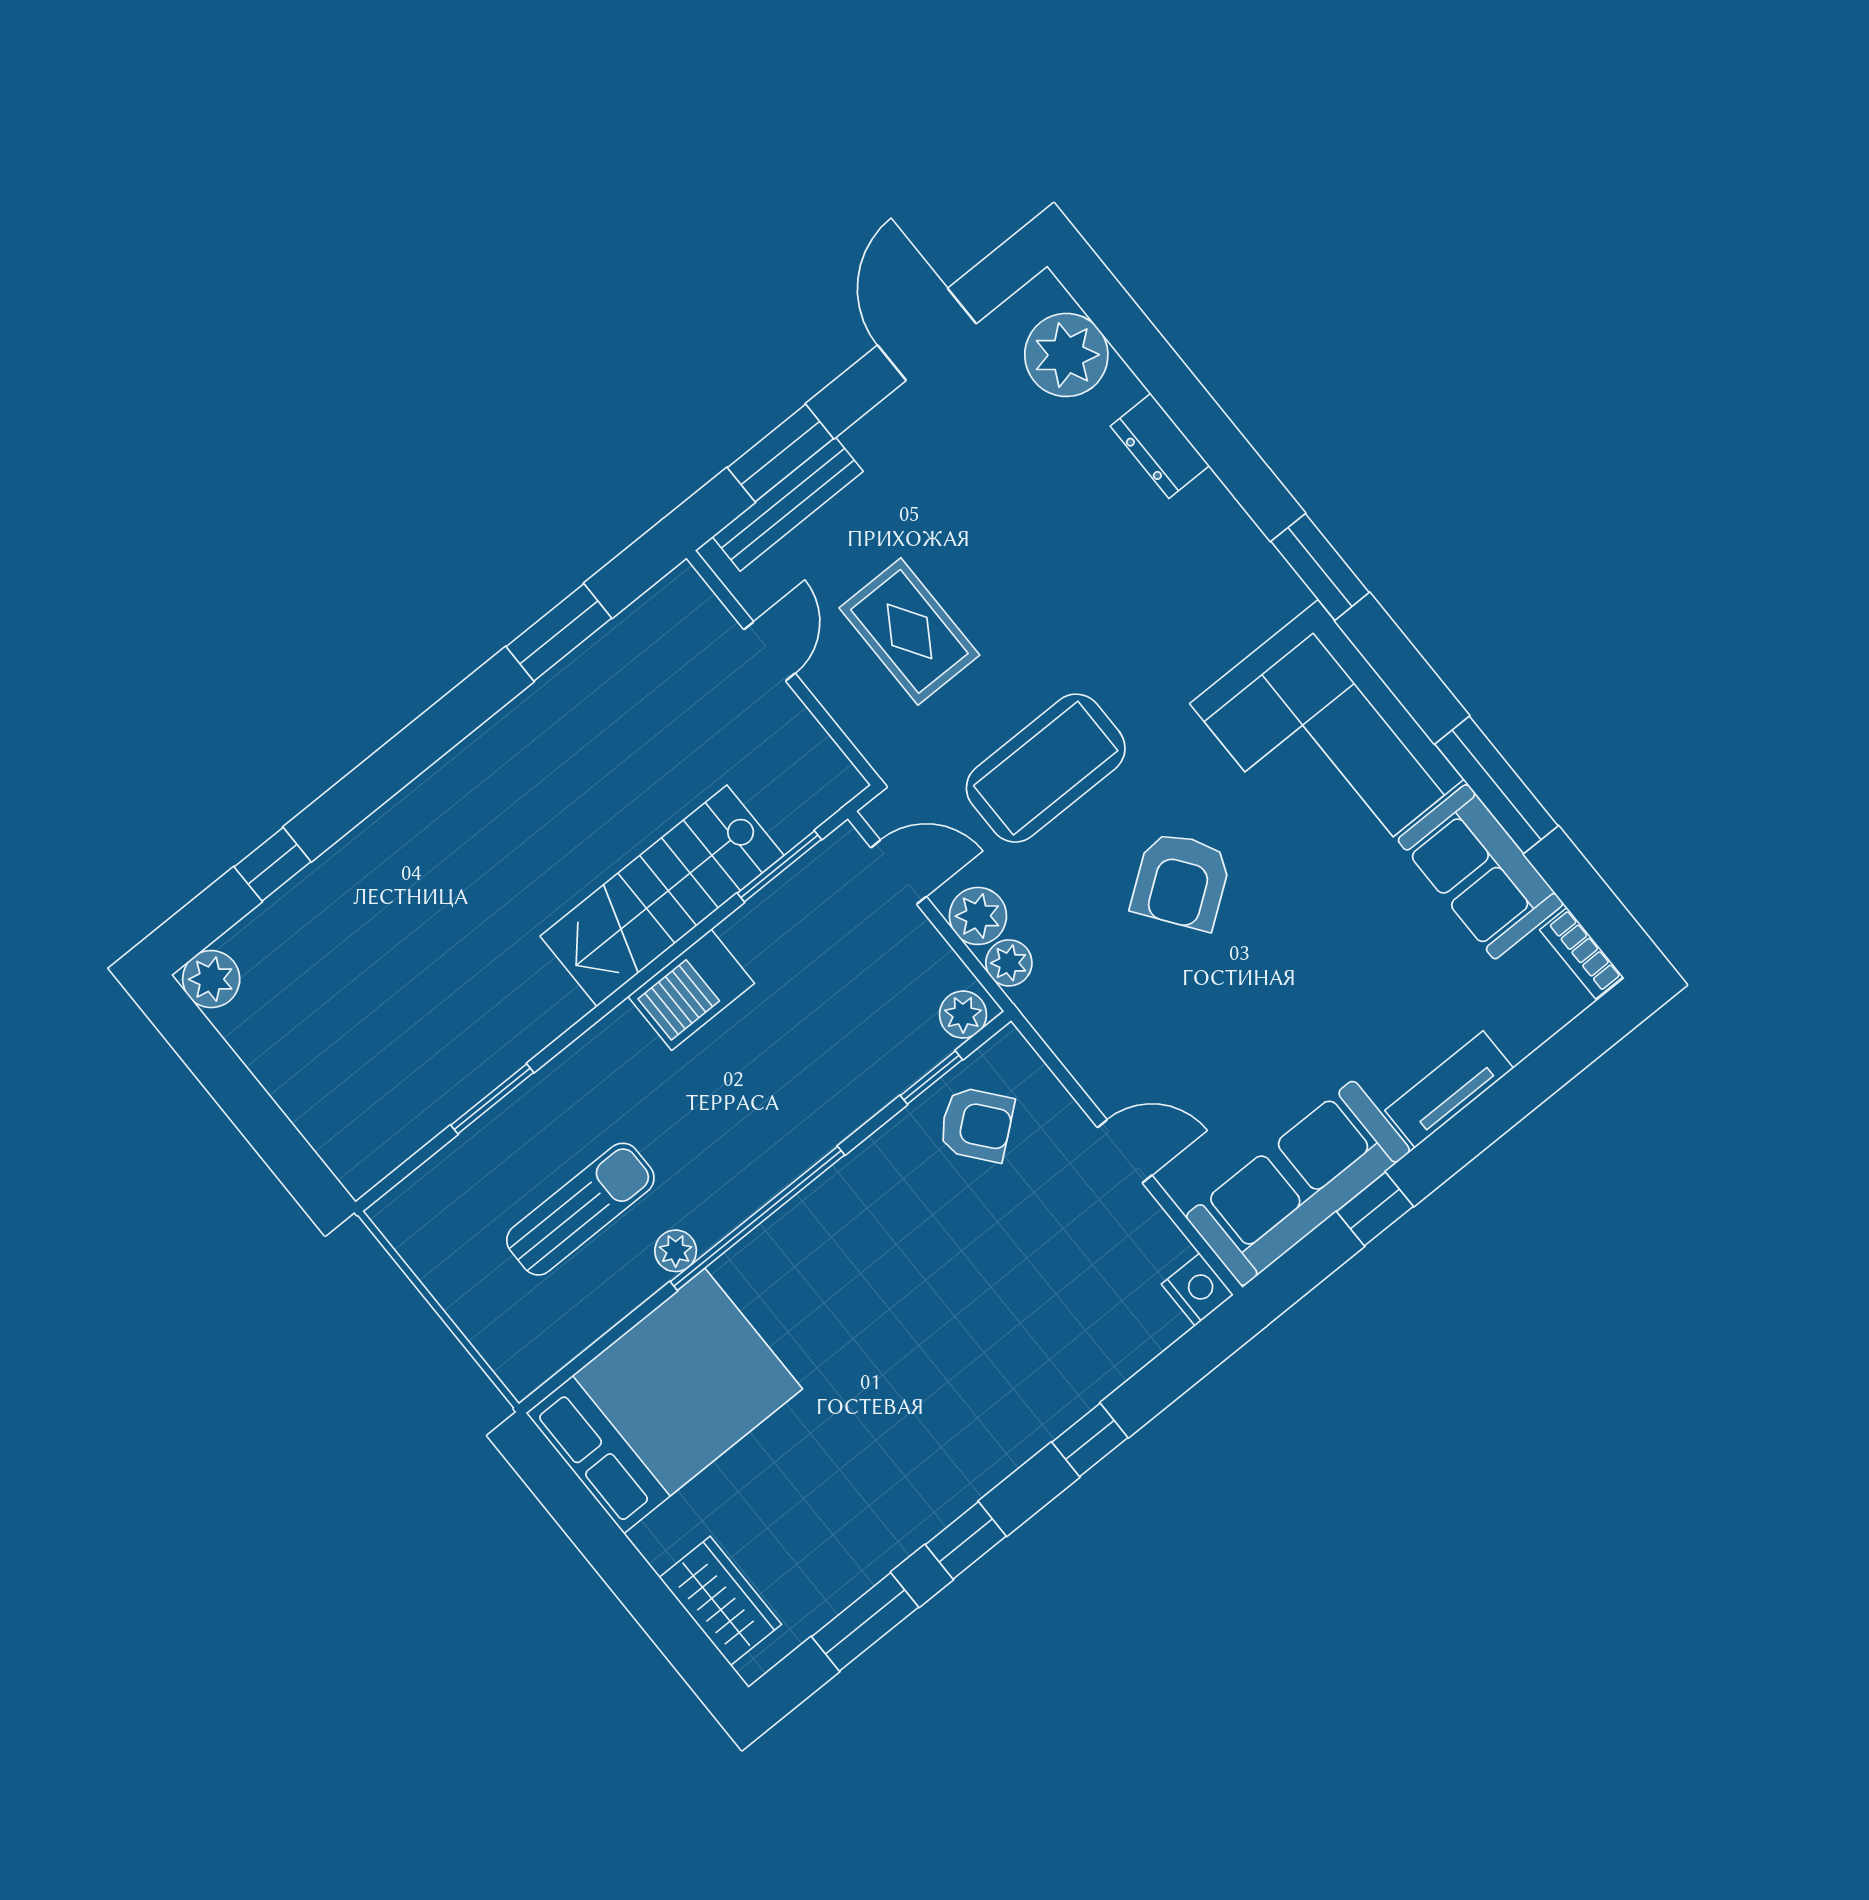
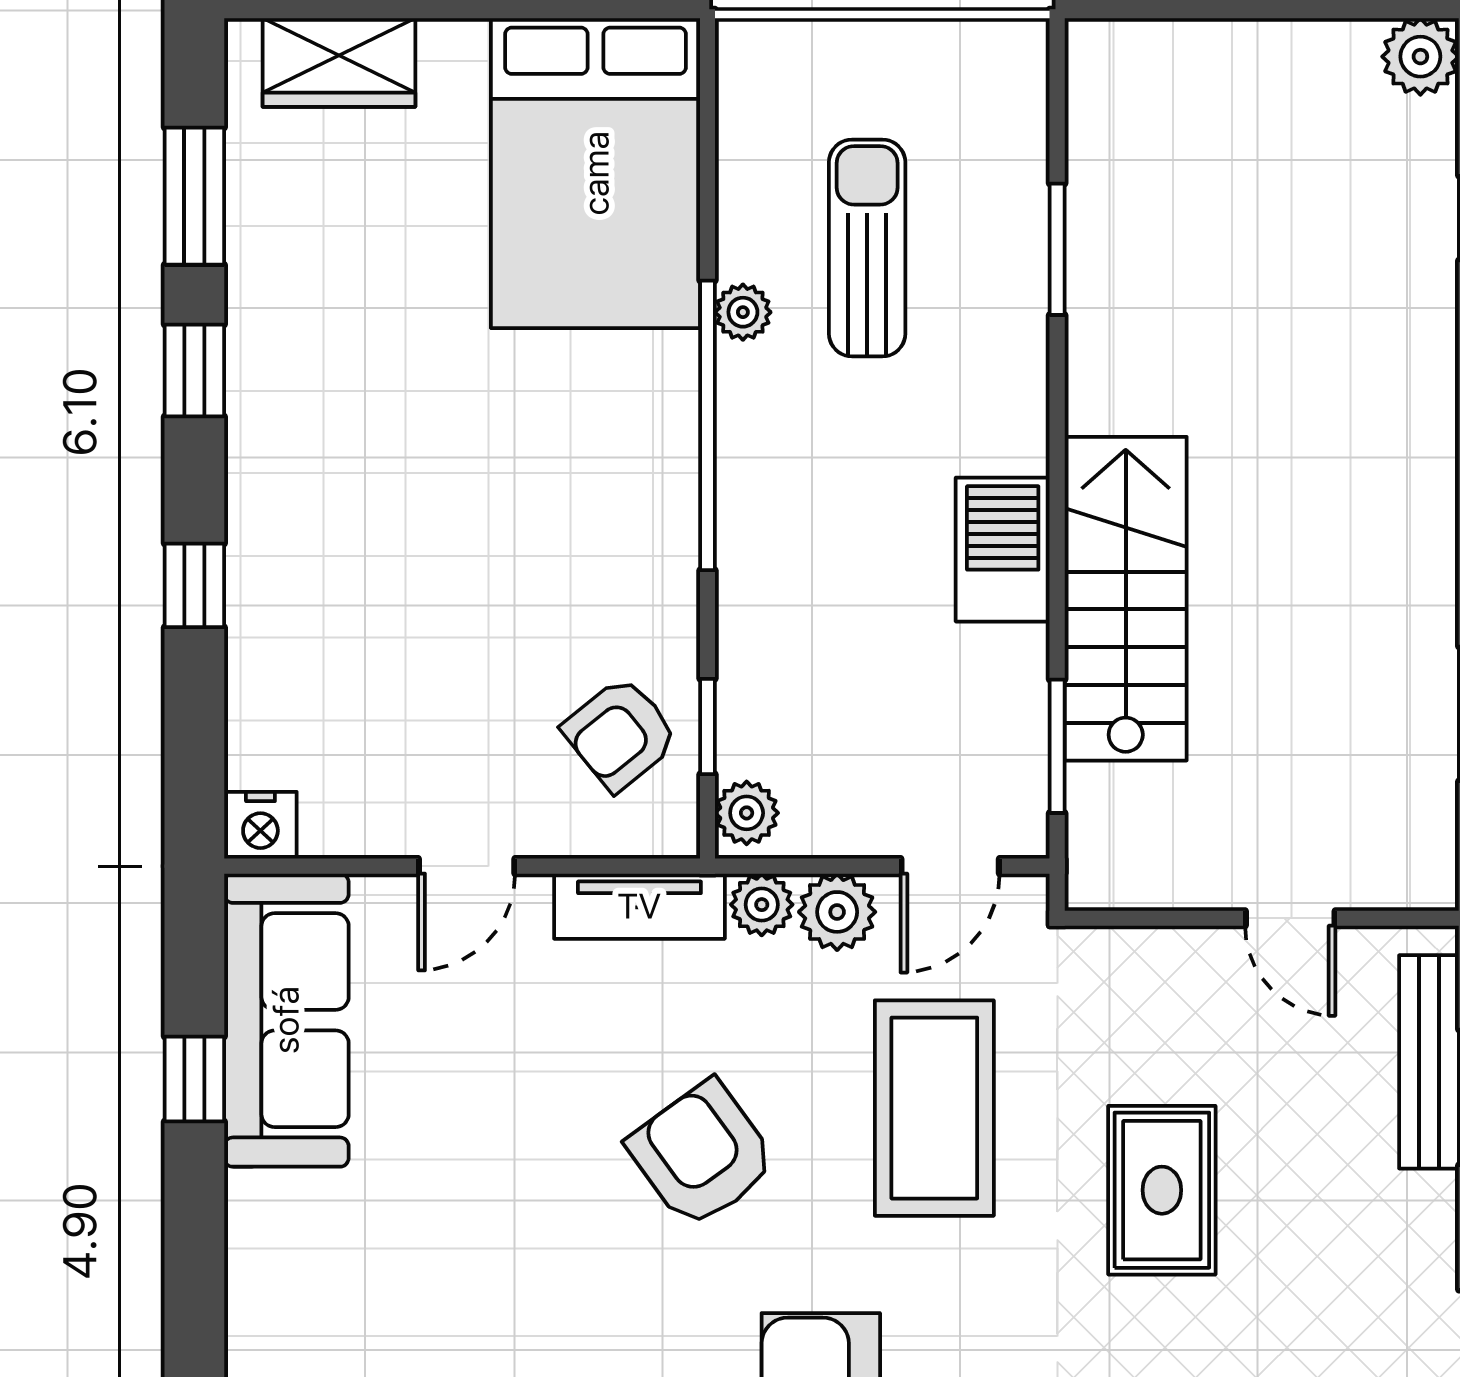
rug: (909, 631) -> (1162, 1190), moved, turned 90
tv unit: (1449, 1089) -> (639, 906), moved, turned 90
sun lounger: (580, 1209) -> (867, 248), turned 180

